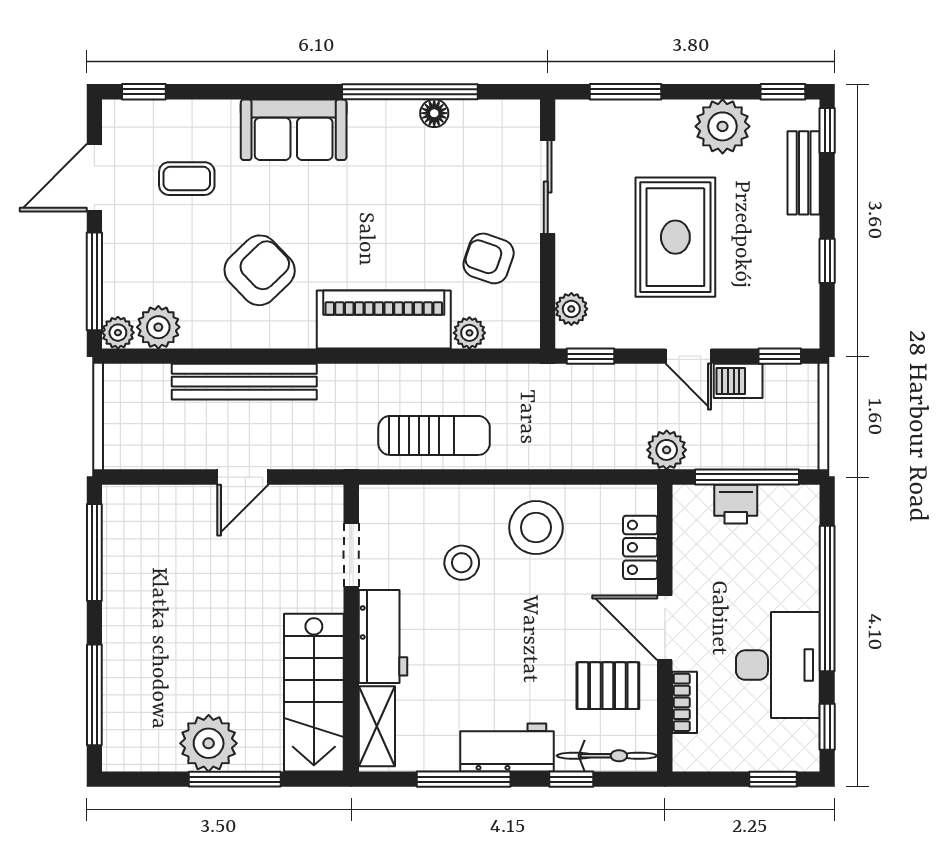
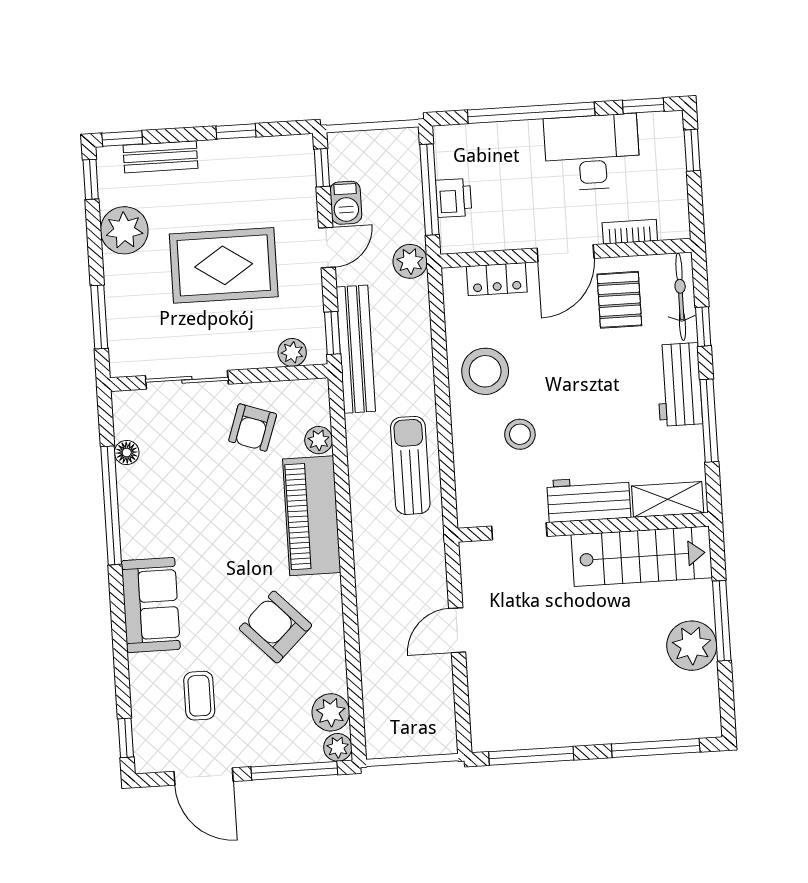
floor lamp: (434, 113) -> (127, 453), moved
bench: (244, 382) -> (356, 349), moved
door: (243, 477) -> (457, 630), swing flipped

